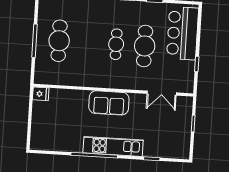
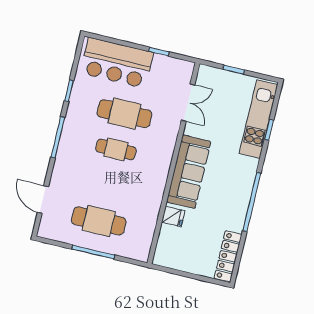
fridge: (41, 94) -> (173, 216), moved, turned 90
sofa: (109, 103) -> (189, 172), width x1.36
locker: (50, 144) -> (228, 256), added
kitchen unit: (113, 146) -> (259, 119), moved

